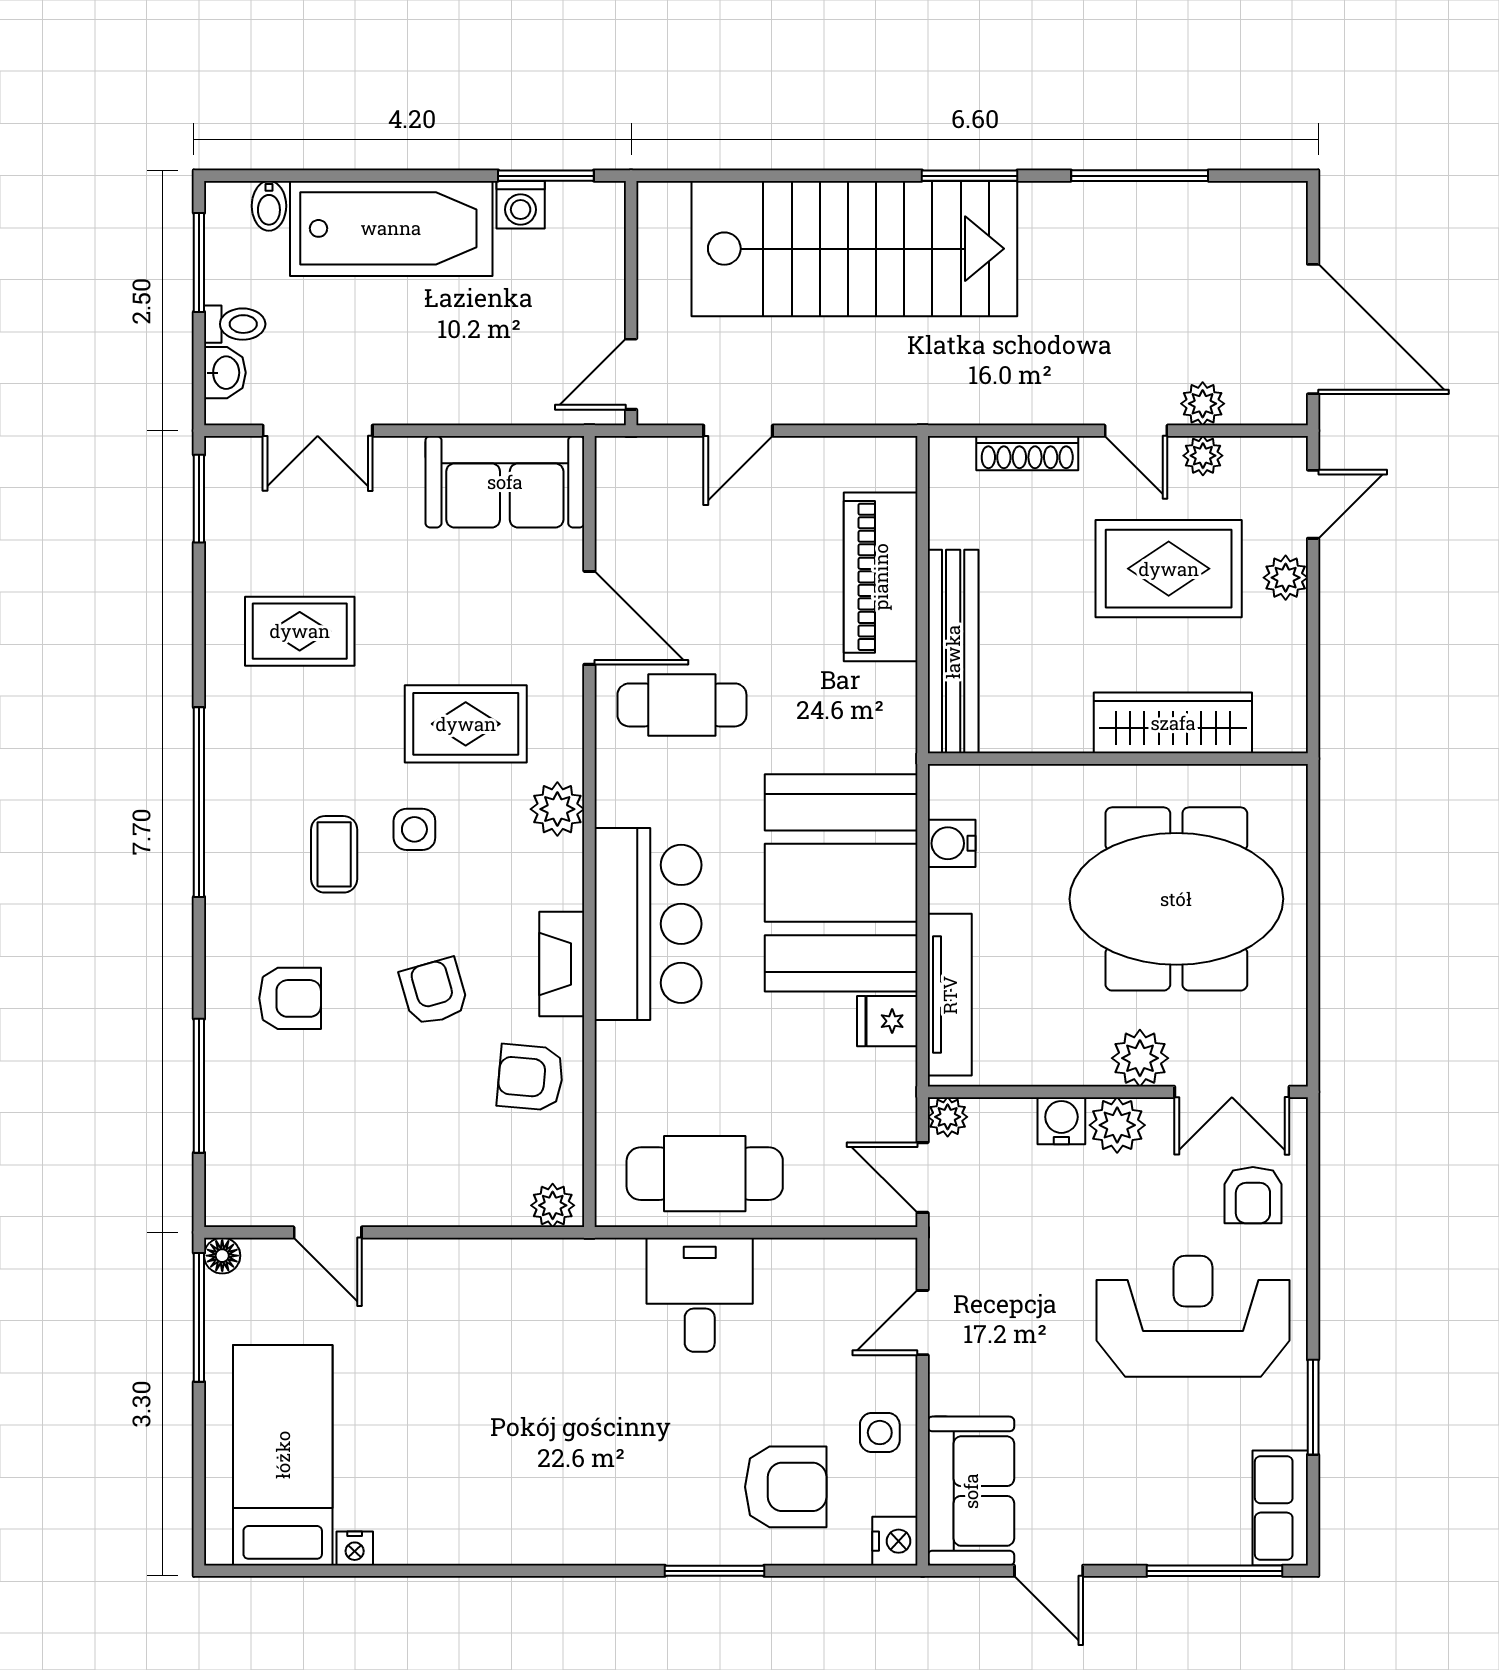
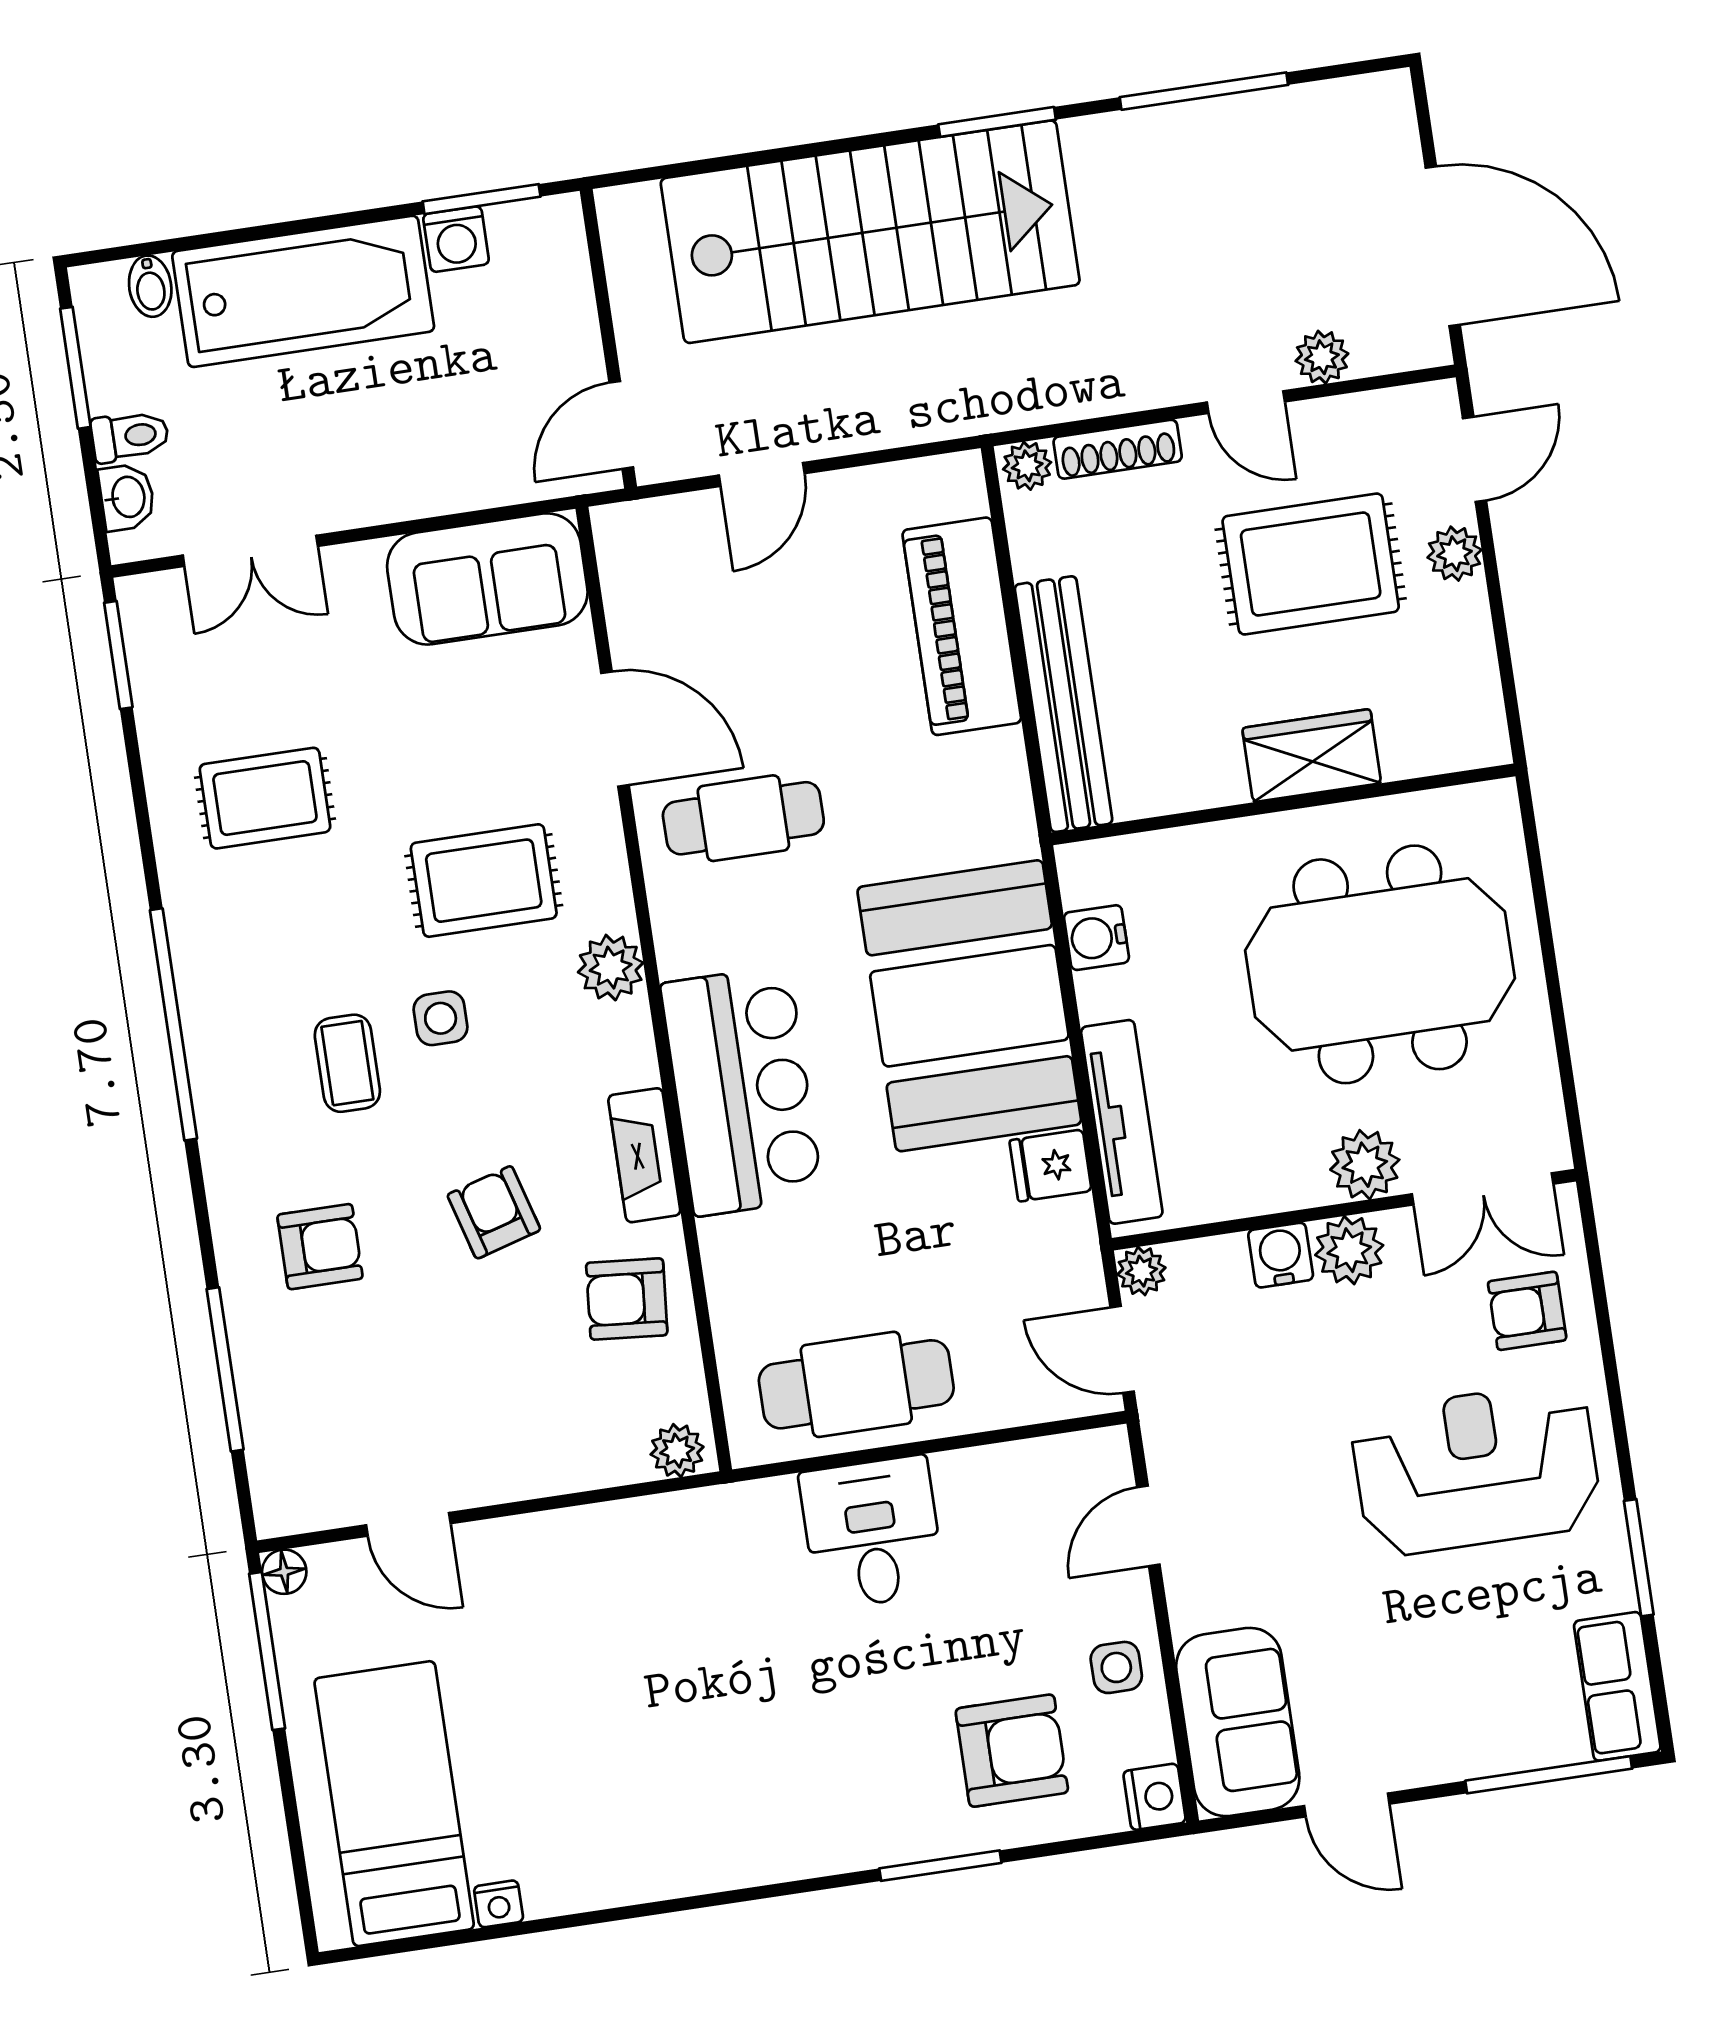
plant: (1203, 456) -> (1027, 466), moved
wardrobe: (1173, 723) -> (1312, 756), width x0.67
armchair: (1253, 1195) -> (1527, 1311), turned 90

